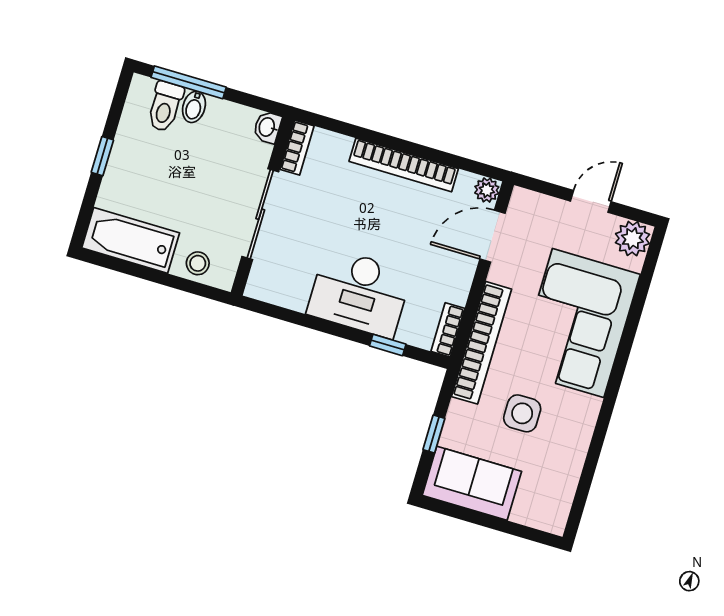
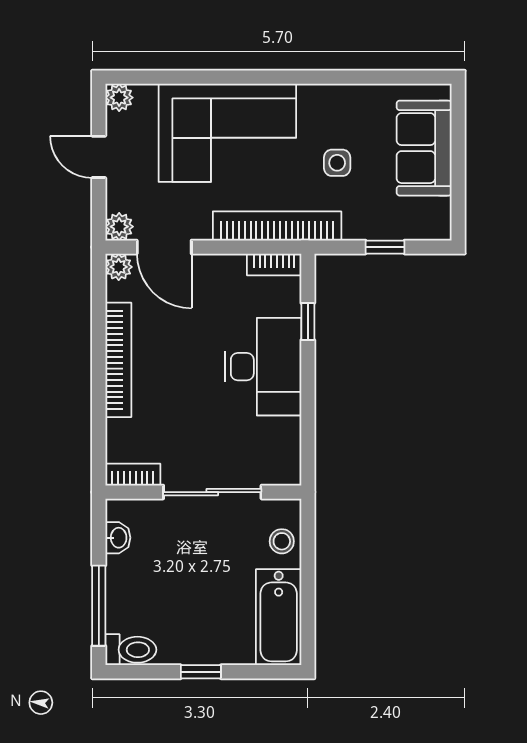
toilet: (165, 106) -> (131, 650), moved
bidet: (194, 107) -> (122, 593), removed
washbasin: (267, 127) -> (118, 538), moved, turned -90
plant: (523, 201) -> (119, 227), added
plant: (632, 239) -> (119, 98), width x0.73, depth x0.73
side table: (522, 413) -> (337, 163), width x0.73, depth x0.73
sofa: (472, 483) -> (424, 148), moved

